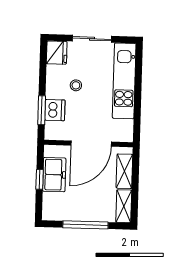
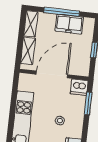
dishwasher: (55, 110) -> (79, 87), moved, turned -90
freezer: (54, 175) -> (69, 24), moved, turned -90

